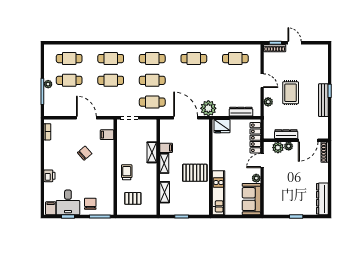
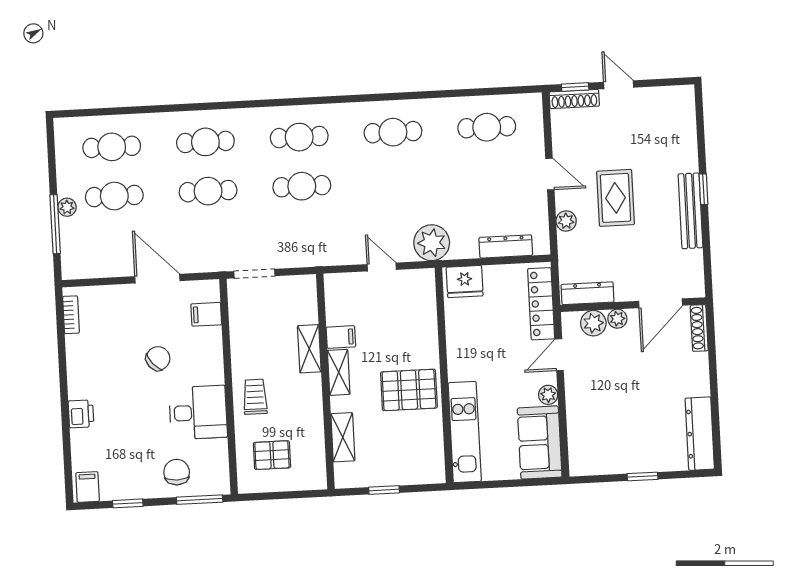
cafe table: (152, 102) -> (304, 235), removed
door: (186, 118) -> (382, 267), width x0.53
dresser: (286, 134) -> (587, 293), moved
desk: (68, 202) -> (198, 412), moved, turned -90

